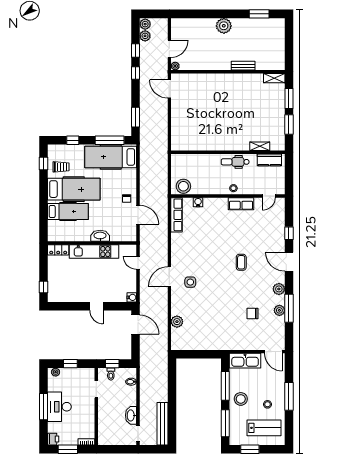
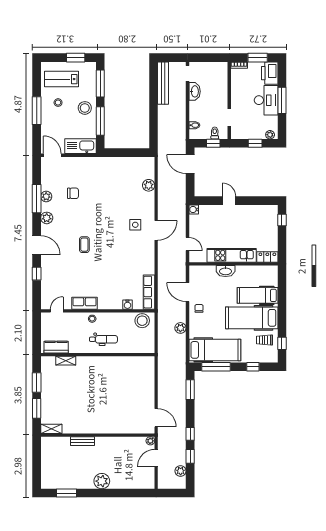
plant: (145, 24) -> (180, 328), moved
dental chair: (235, 162) -> (103, 339), moved
door: (135, 325) -> (190, 164), moved
printer: (53, 439) -> (270, 73), width x1.87, depth x1.48

